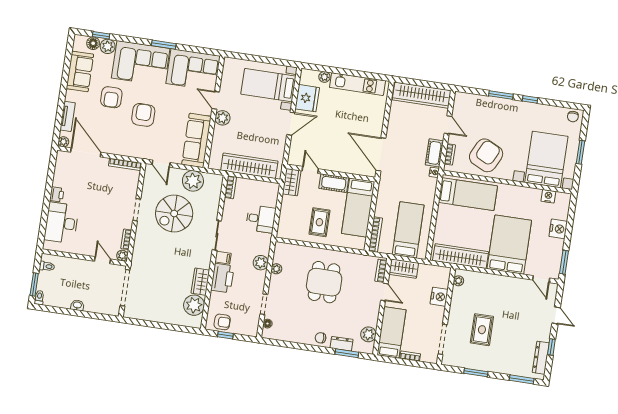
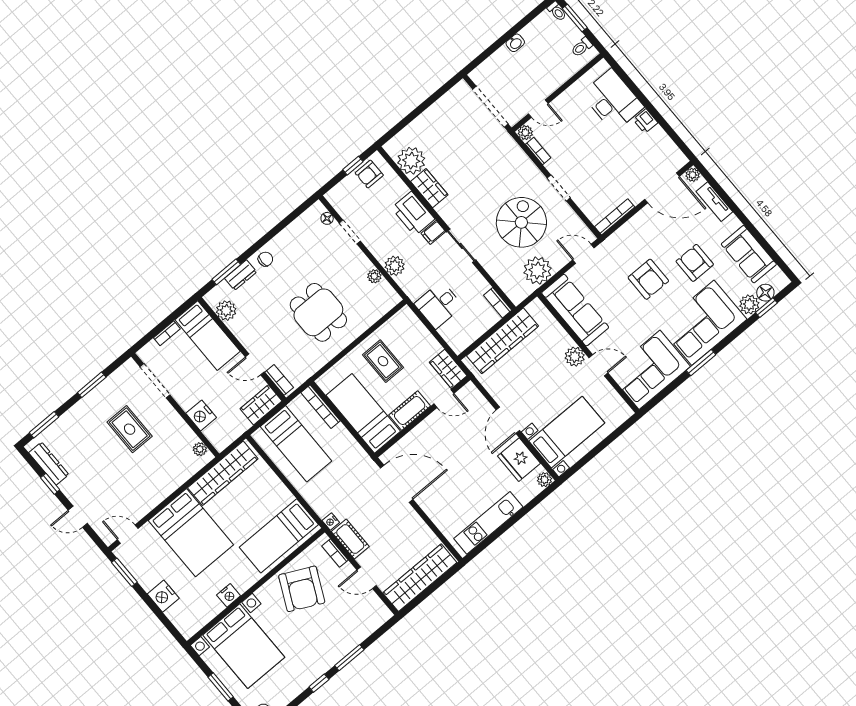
plant: (324, 77) -> (545, 480), moved
nightstand: (548, 196) -> (229, 595), moved

